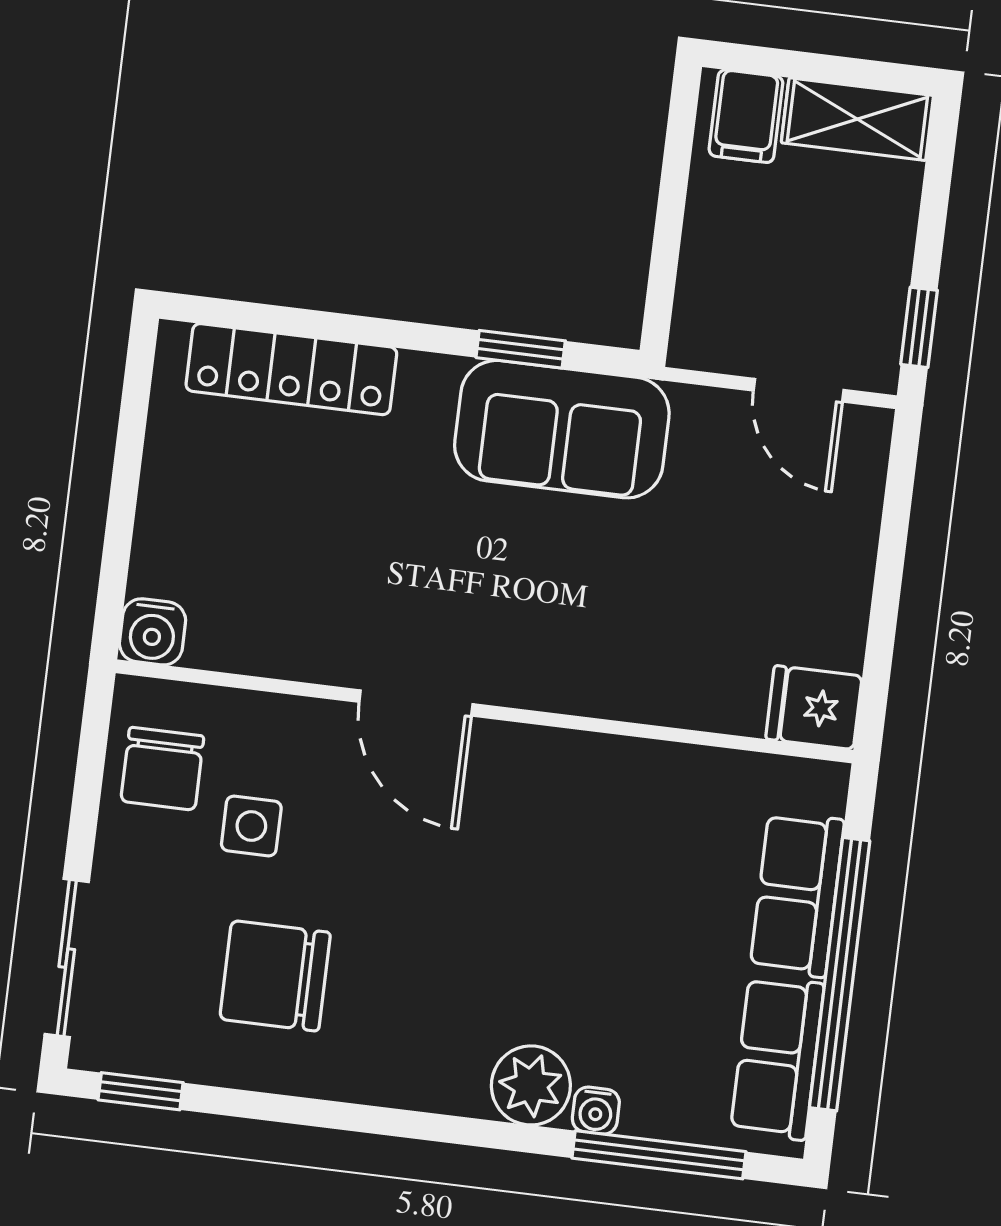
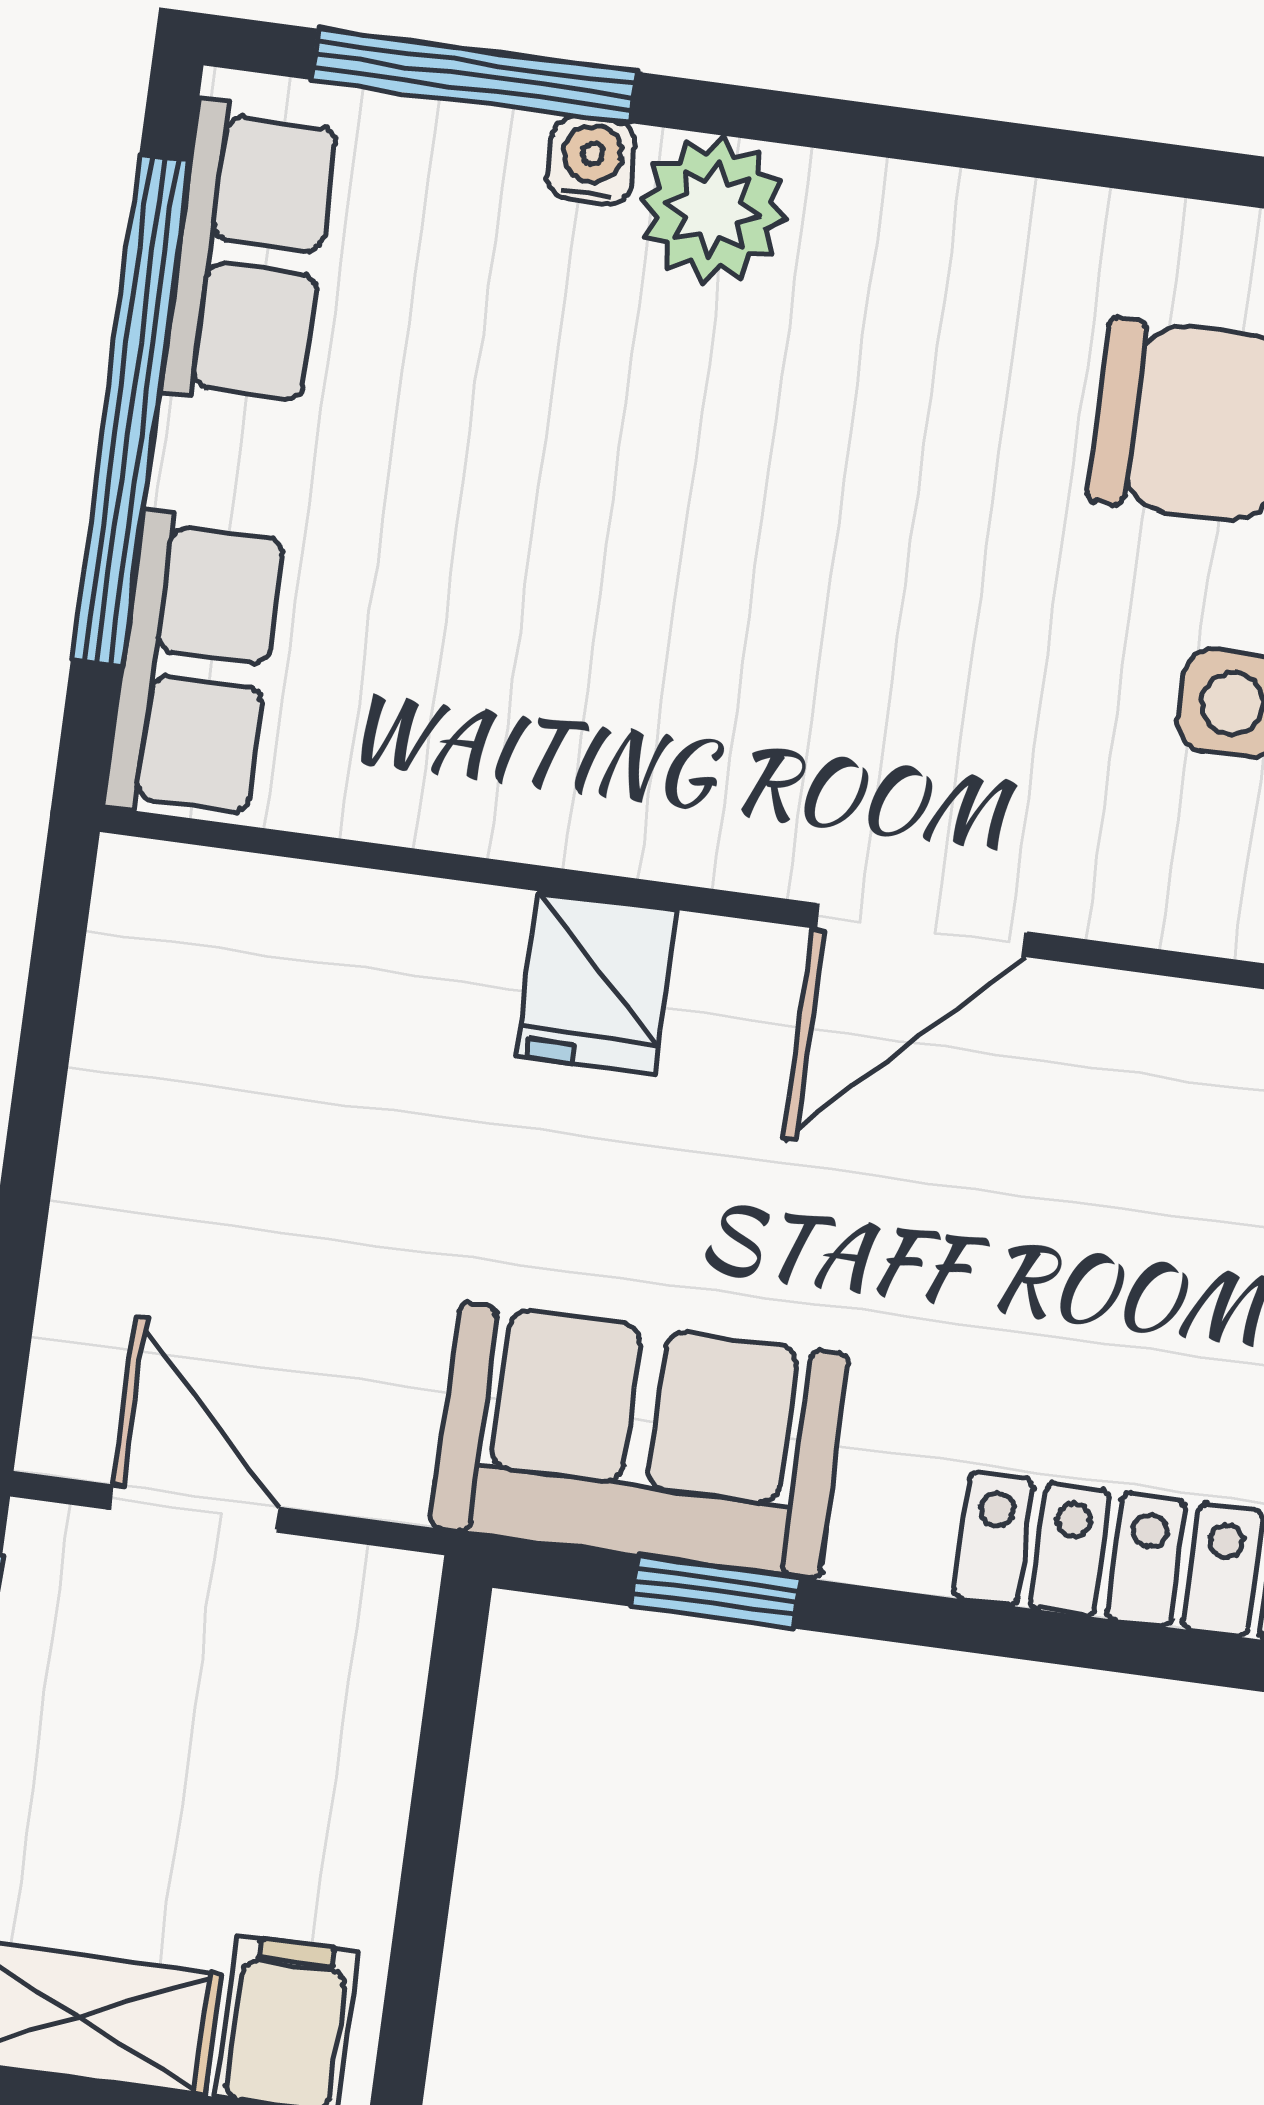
door: (416, 703) -> (920, 930), swing flipped
fridge: (814, 708) -> (596, 983), moved, turned 90
row of seats: (797, 894) -> (194, 668), moved

